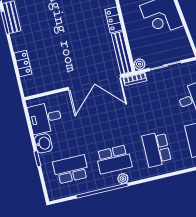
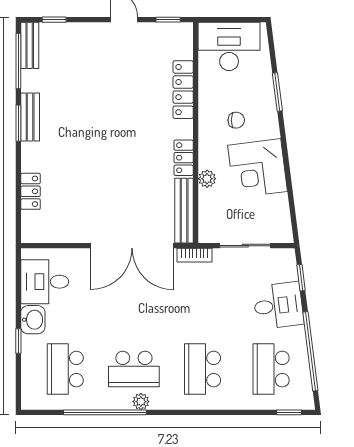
plant: (140, 64) -> (207, 179), moved
school desk: (71, 169) -> (65, 369), turned -90

